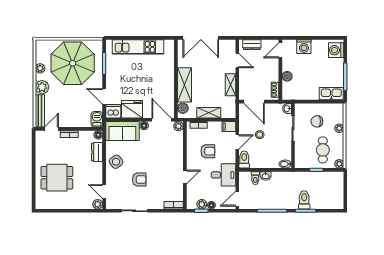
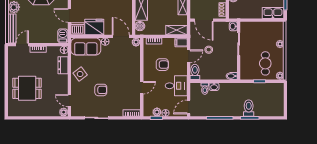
shelving: (209, 113) -> (176, 30), moved
chair: (317, 121) -> (260, 38), removed

